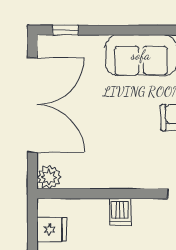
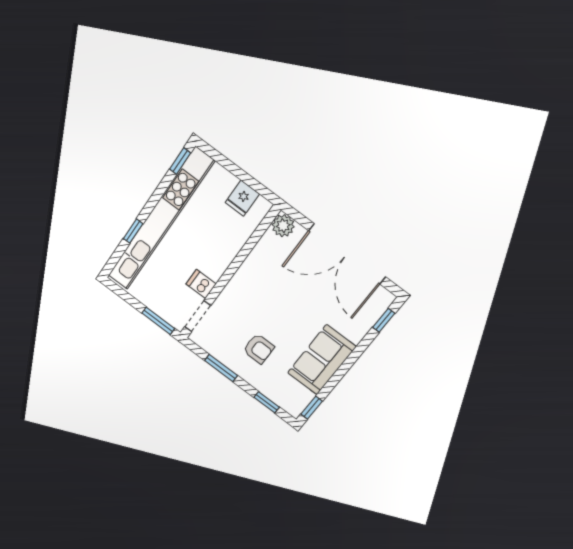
dishwasher: (120, 212) -> (201, 284), moved

